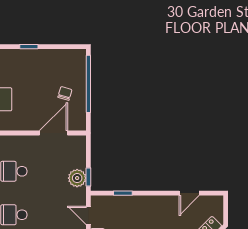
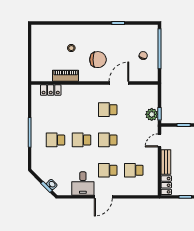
door: (53, 133) -> (119, 83), moved
door: (88, 215) -> (160, 140), hinge flipped

